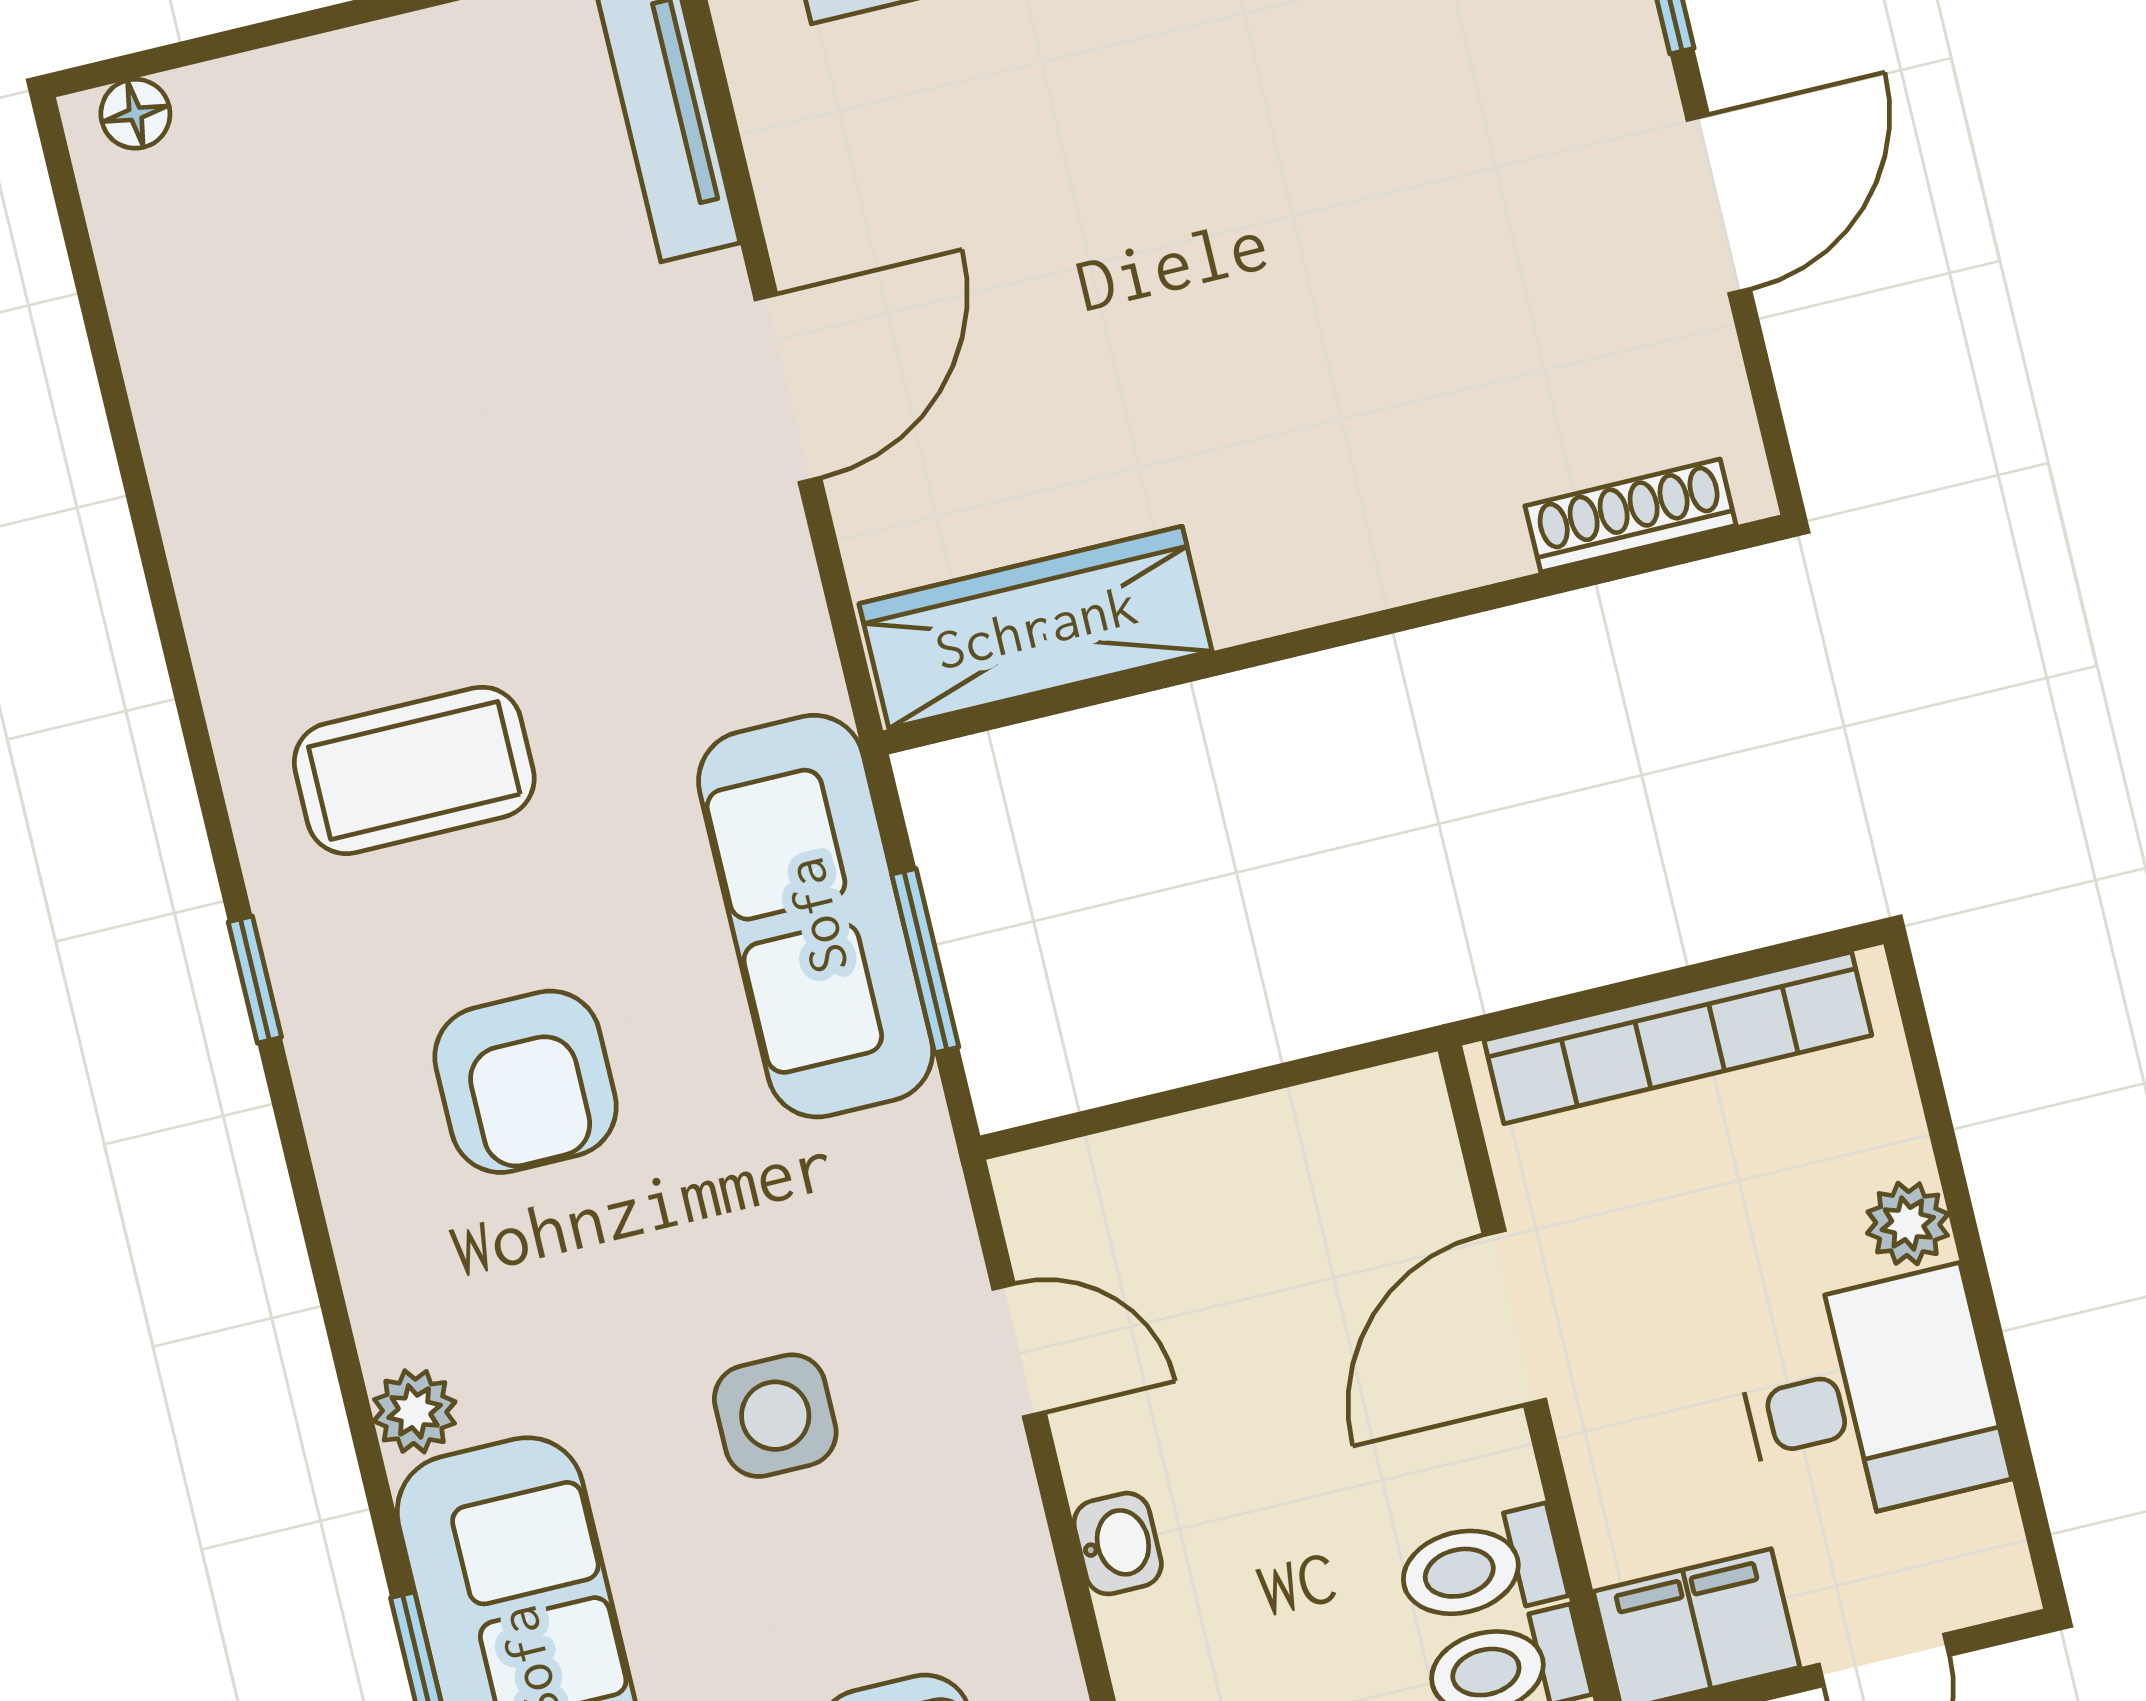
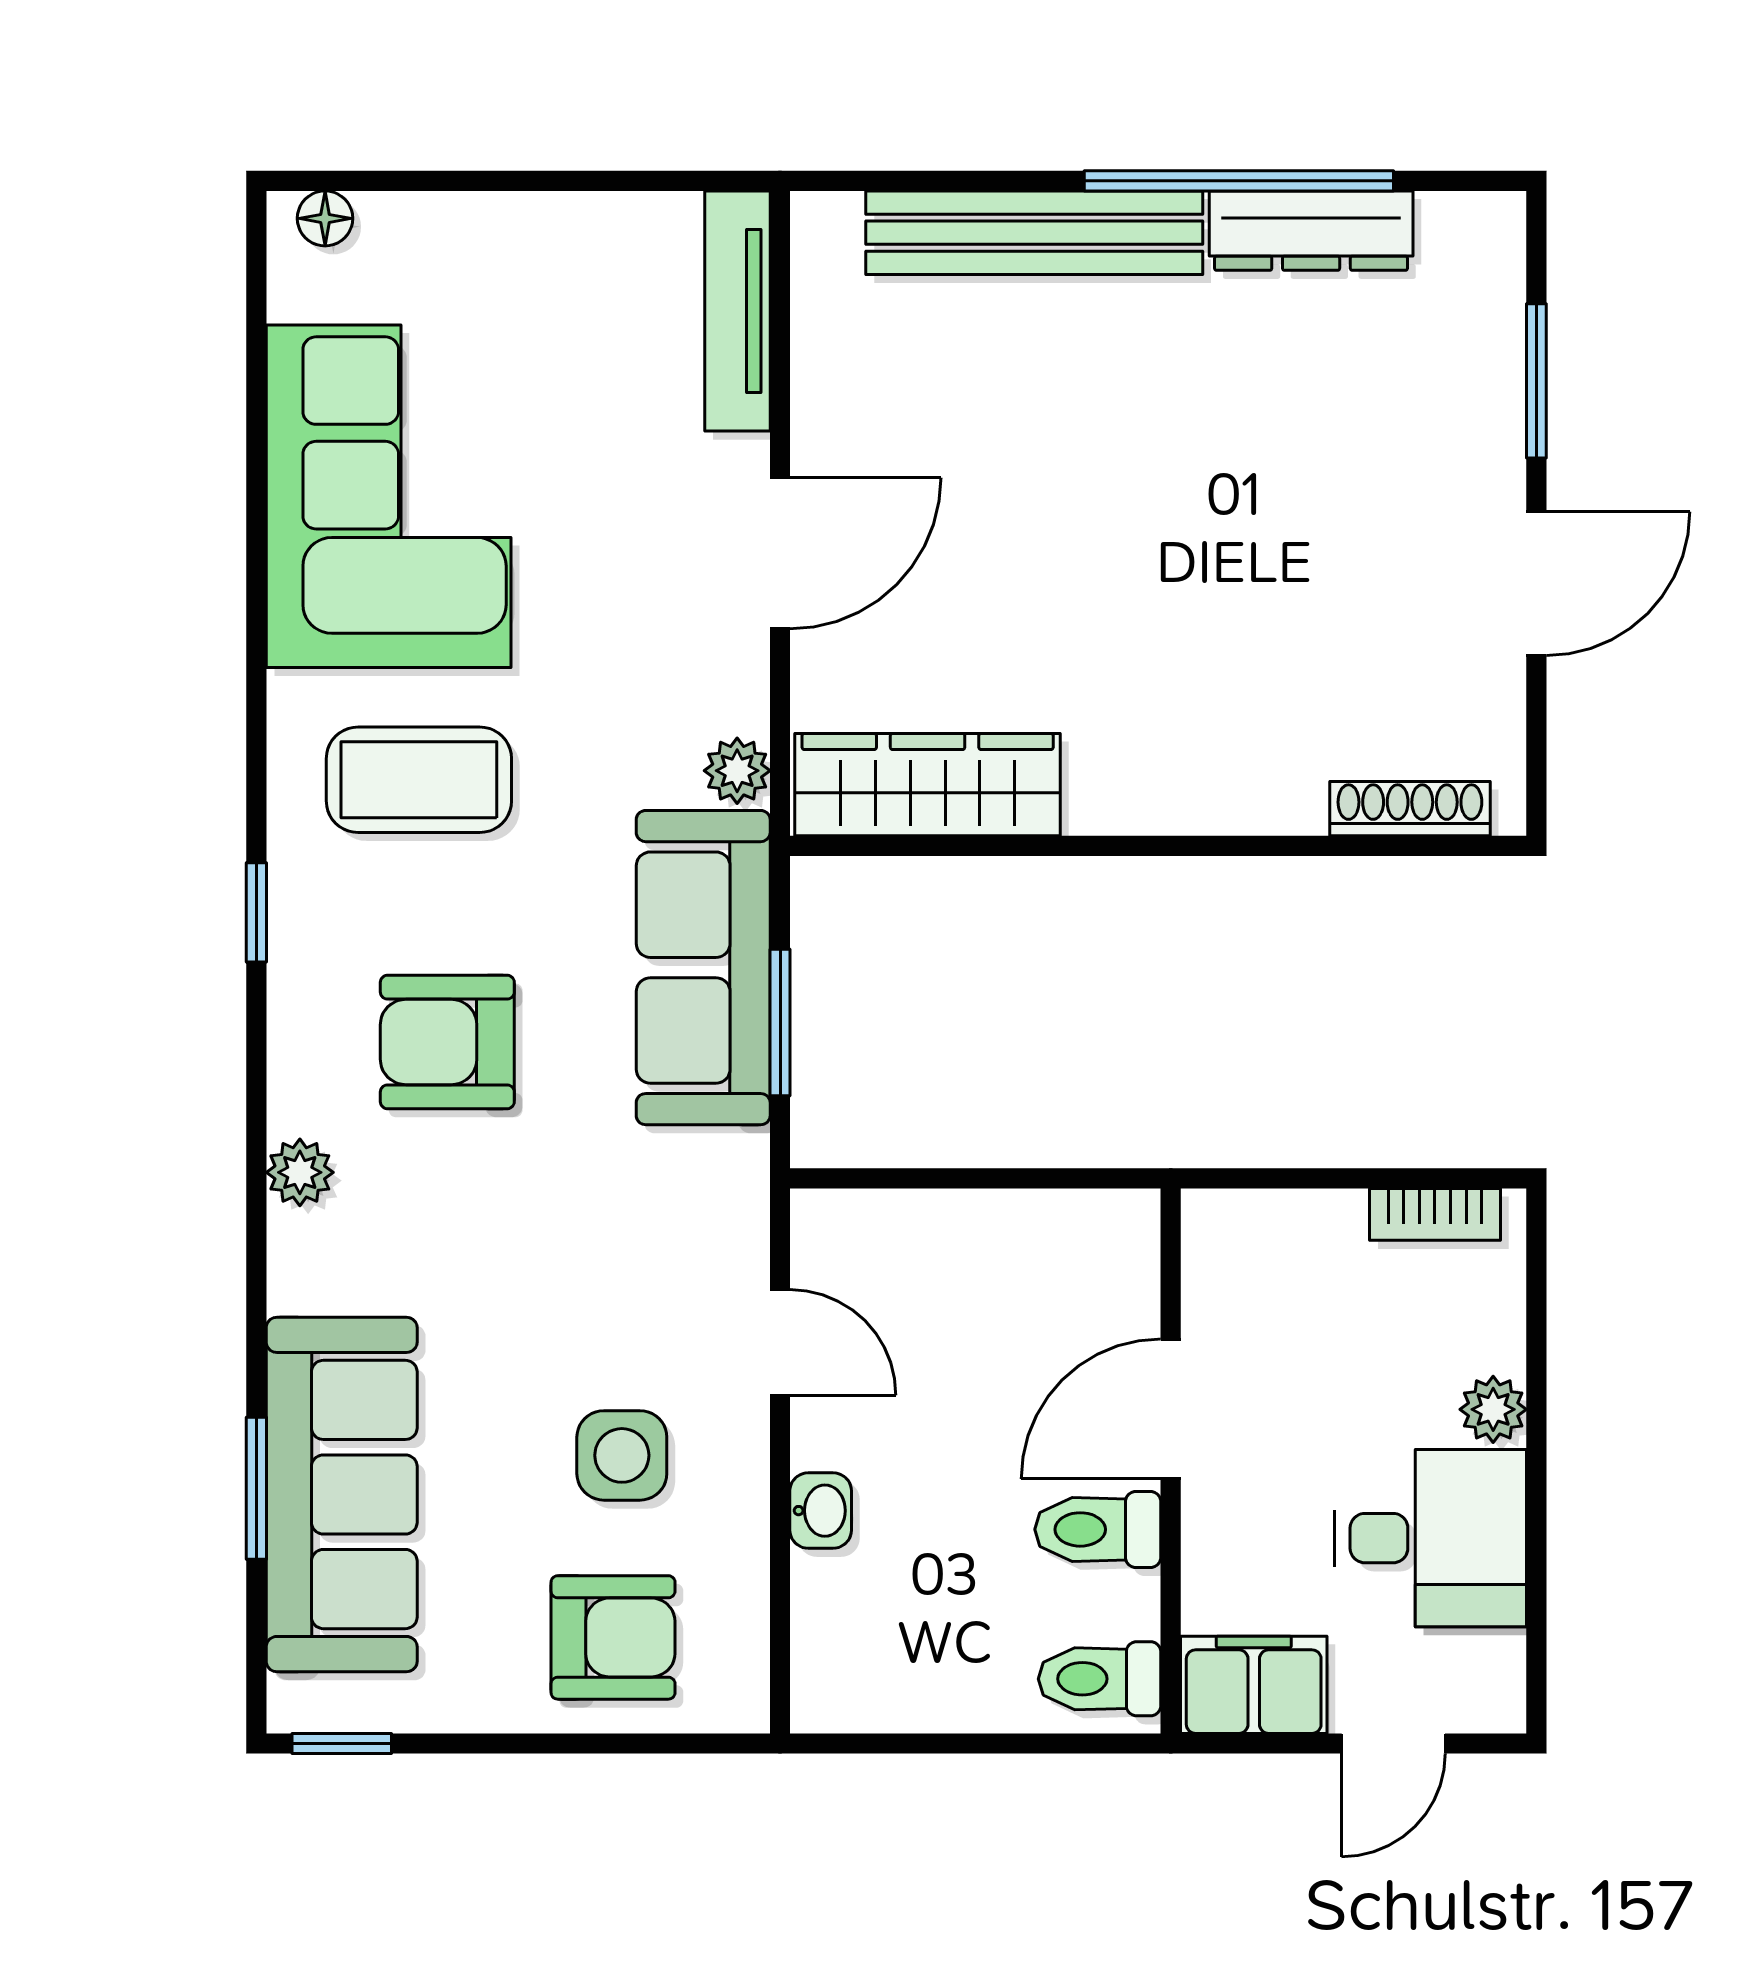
corner sofa: (294, 434) -> (389, 496), added
plant: (799, 666) -> (737, 771), added
bookcase: (1678, 1038) -> (1435, 1214), width x0.43, depth x0.76
armchair: (526, 1082) -> (447, 1042), turned 90
plant: (415, 1411) -> (300, 1172), moved
side table: (775, 1416) -> (622, 1455), moved
toilet: (1481, 1568) -> (1098, 1529), moved

